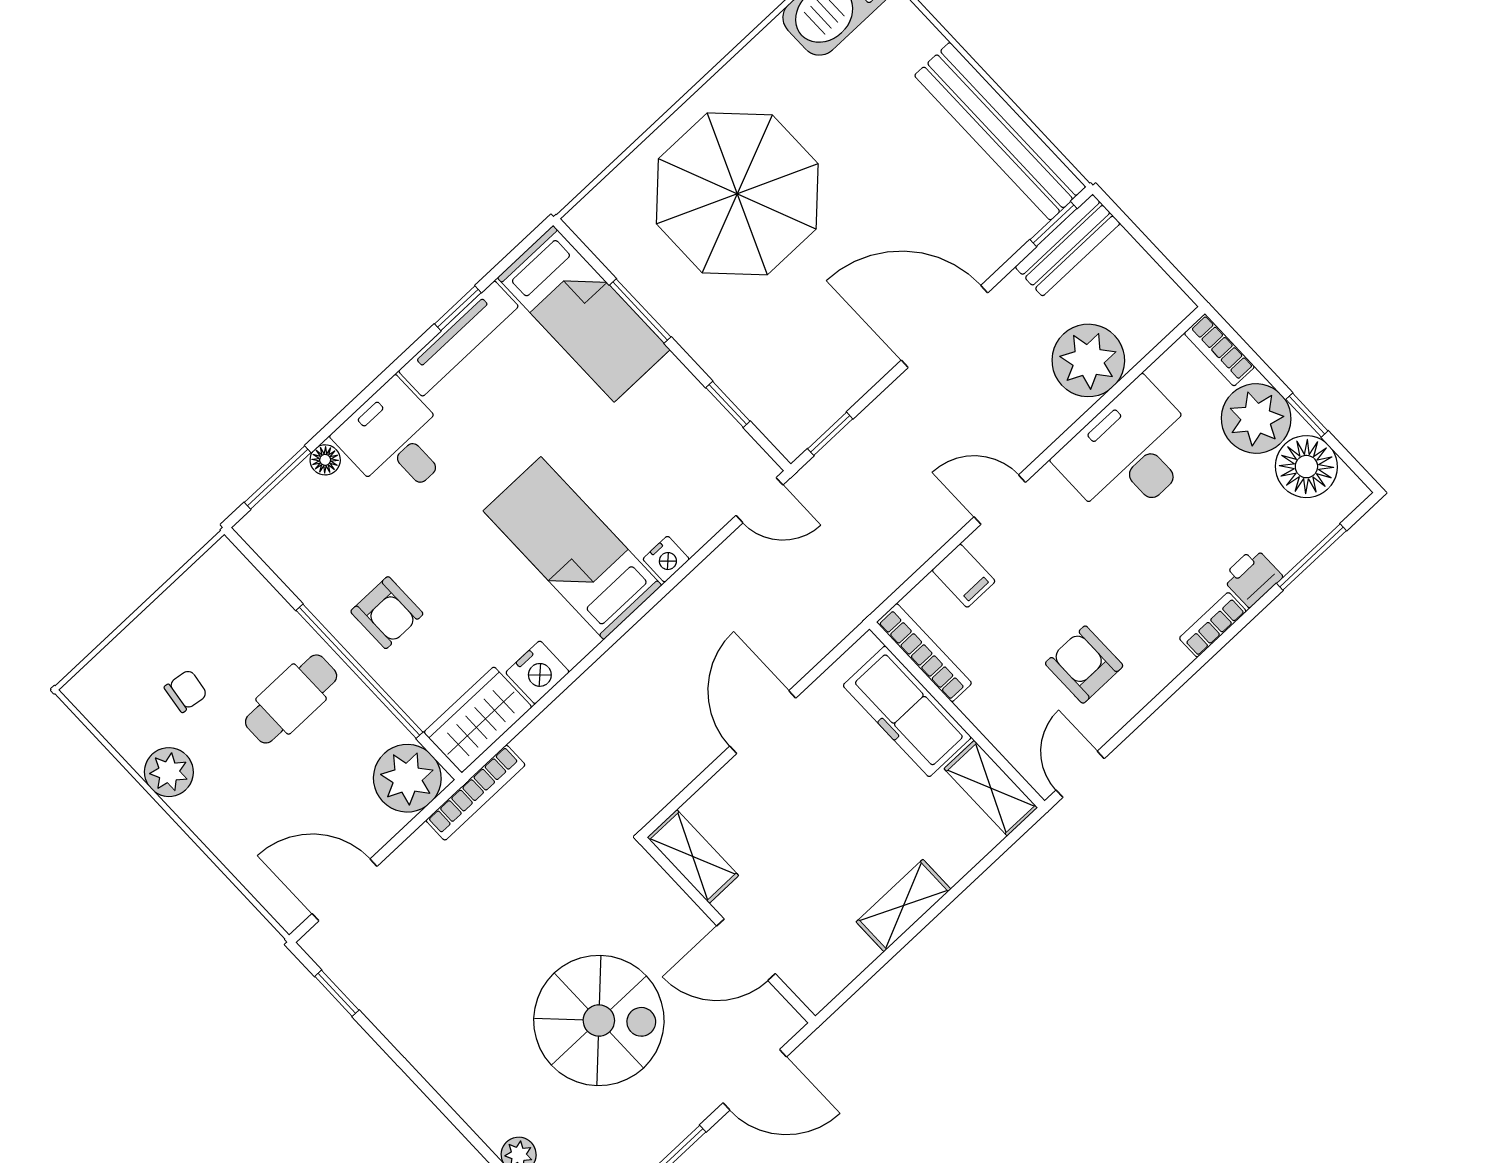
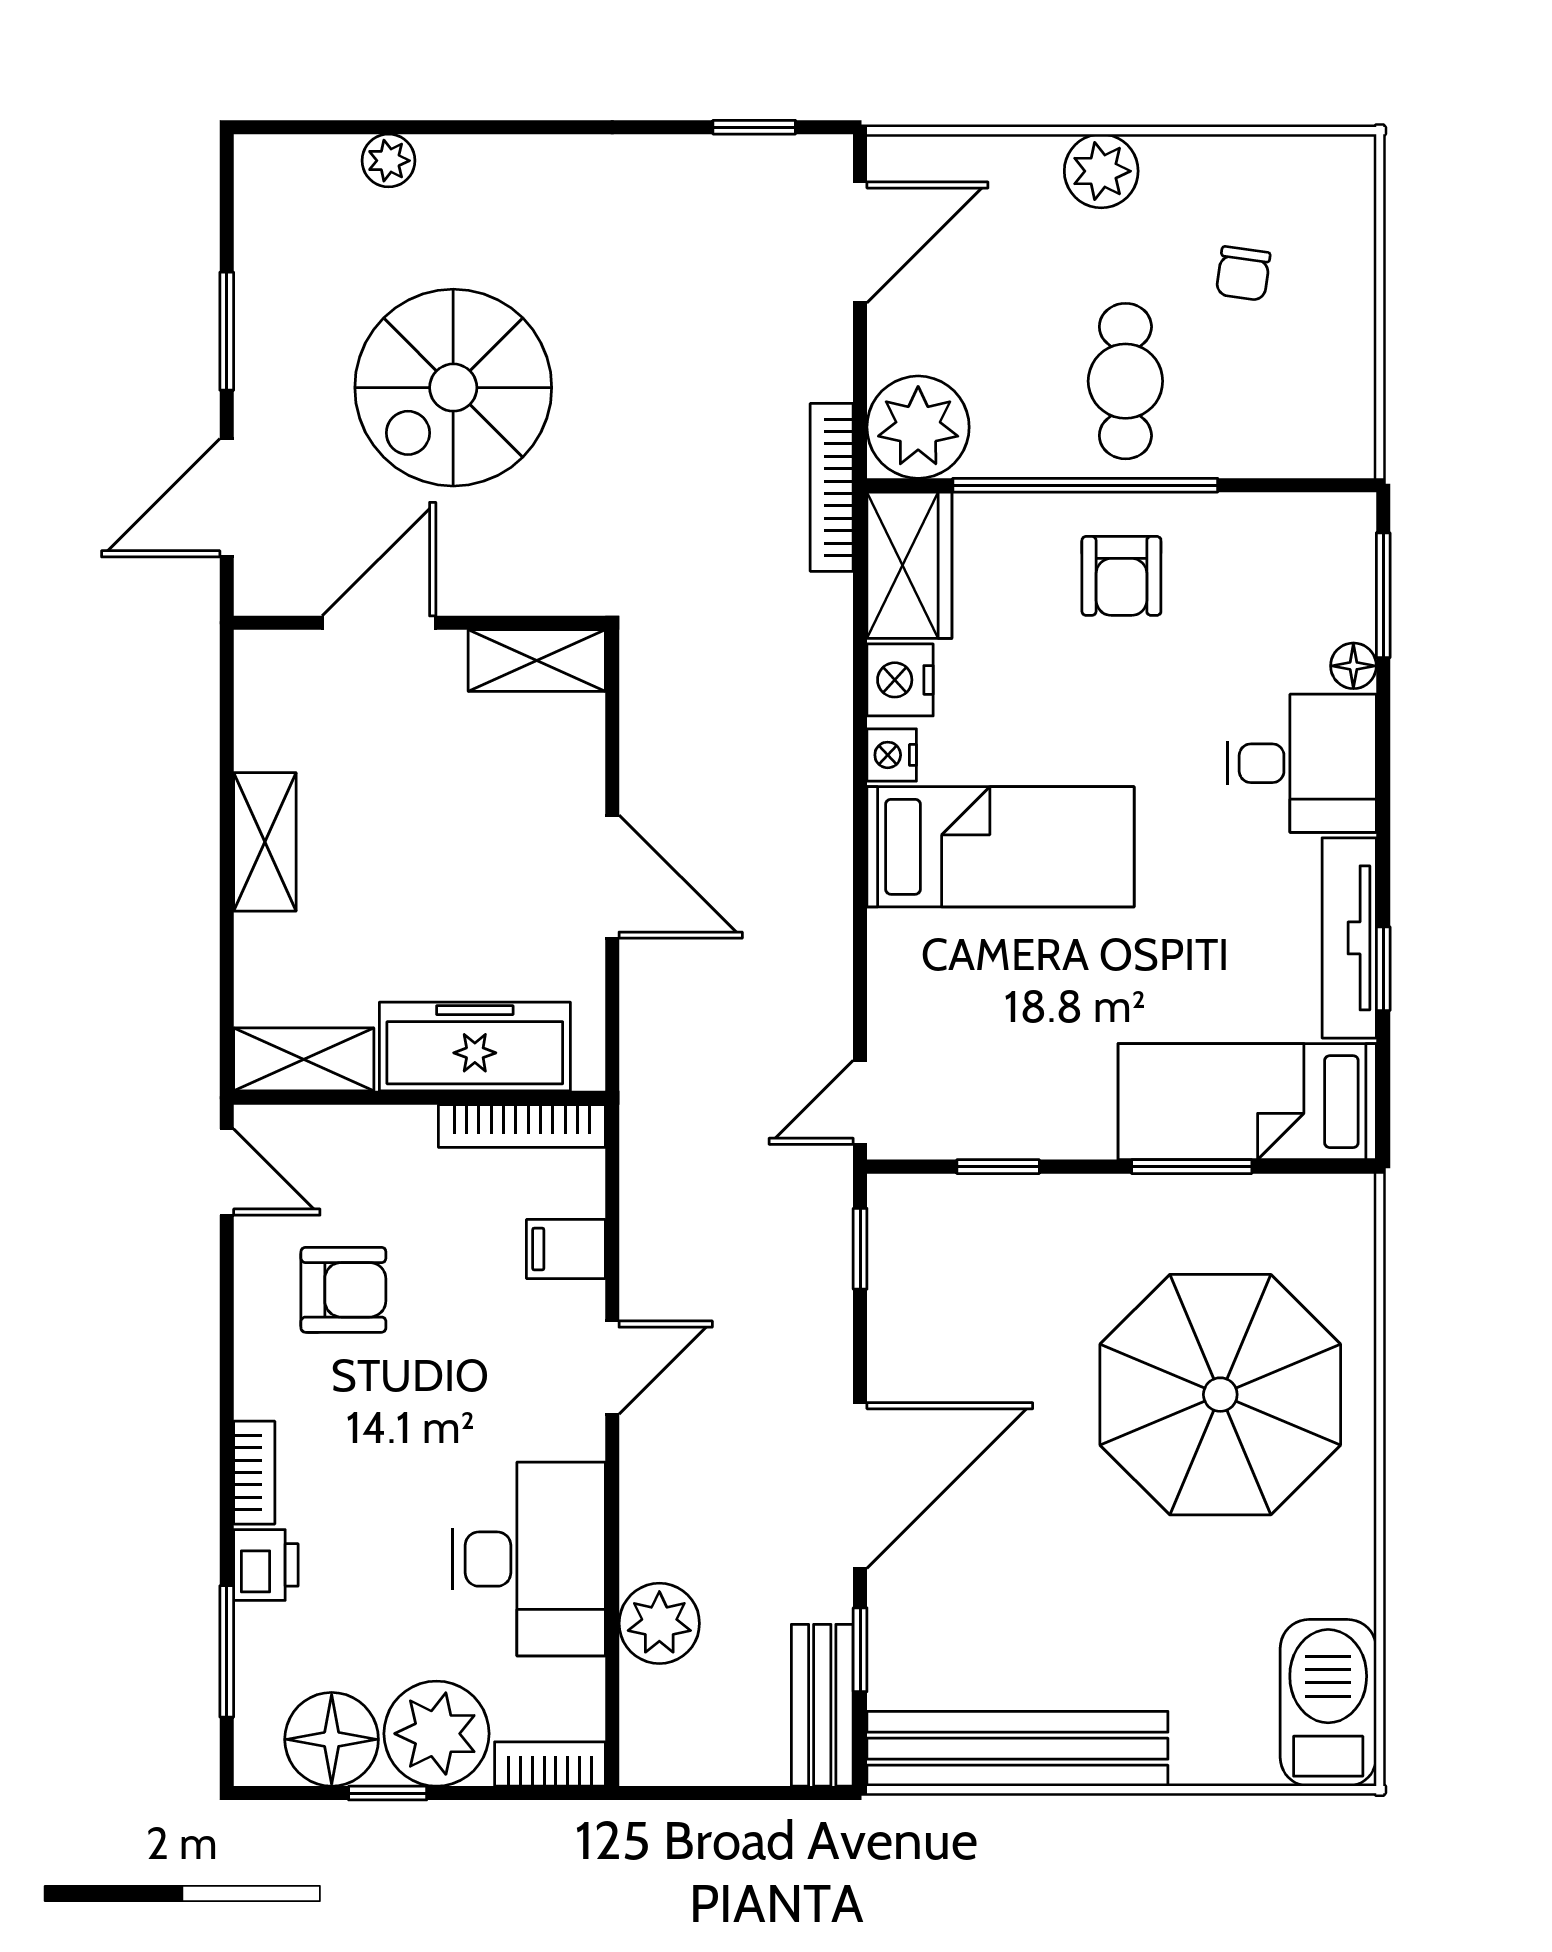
window: (1054, 224) -> (860, 1650), moved
plant: (1088, 360) -> (659, 1623), width x0.73, depth x0.73
nightstand: (666, 559) -> (892, 755), moved
armchair: (387, 613) -> (1121, 576), turned -90
plant: (169, 772) -> (1101, 171), moved

